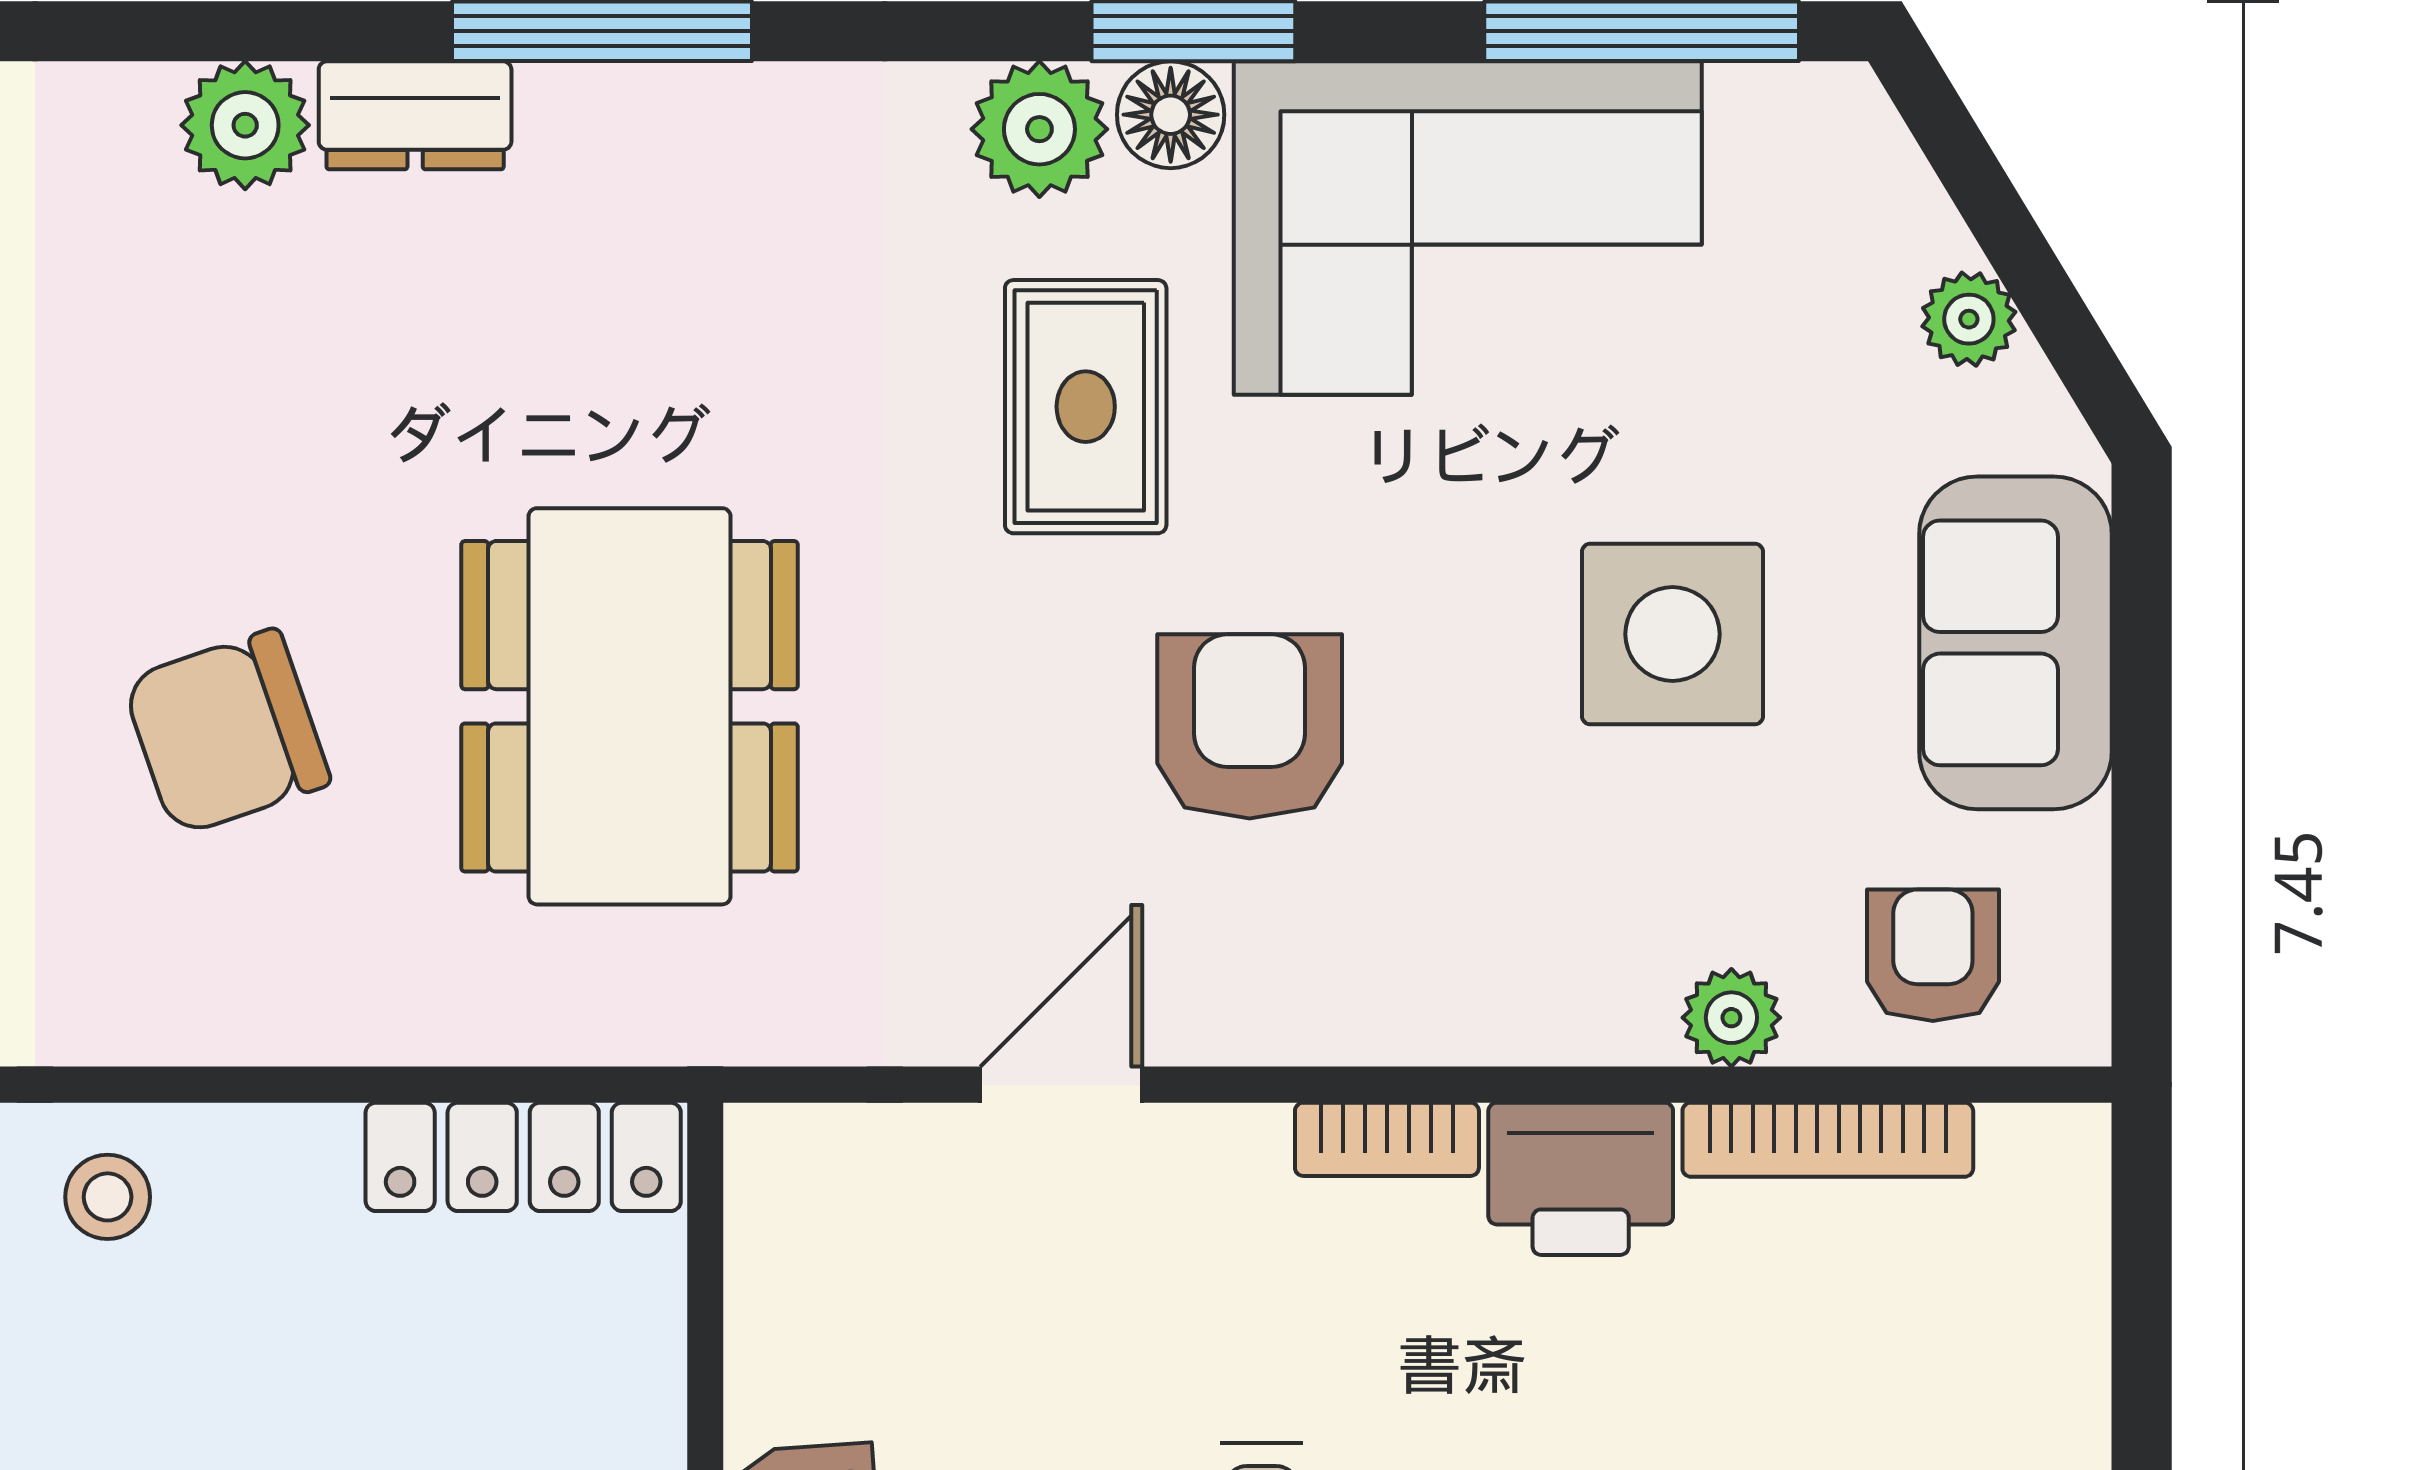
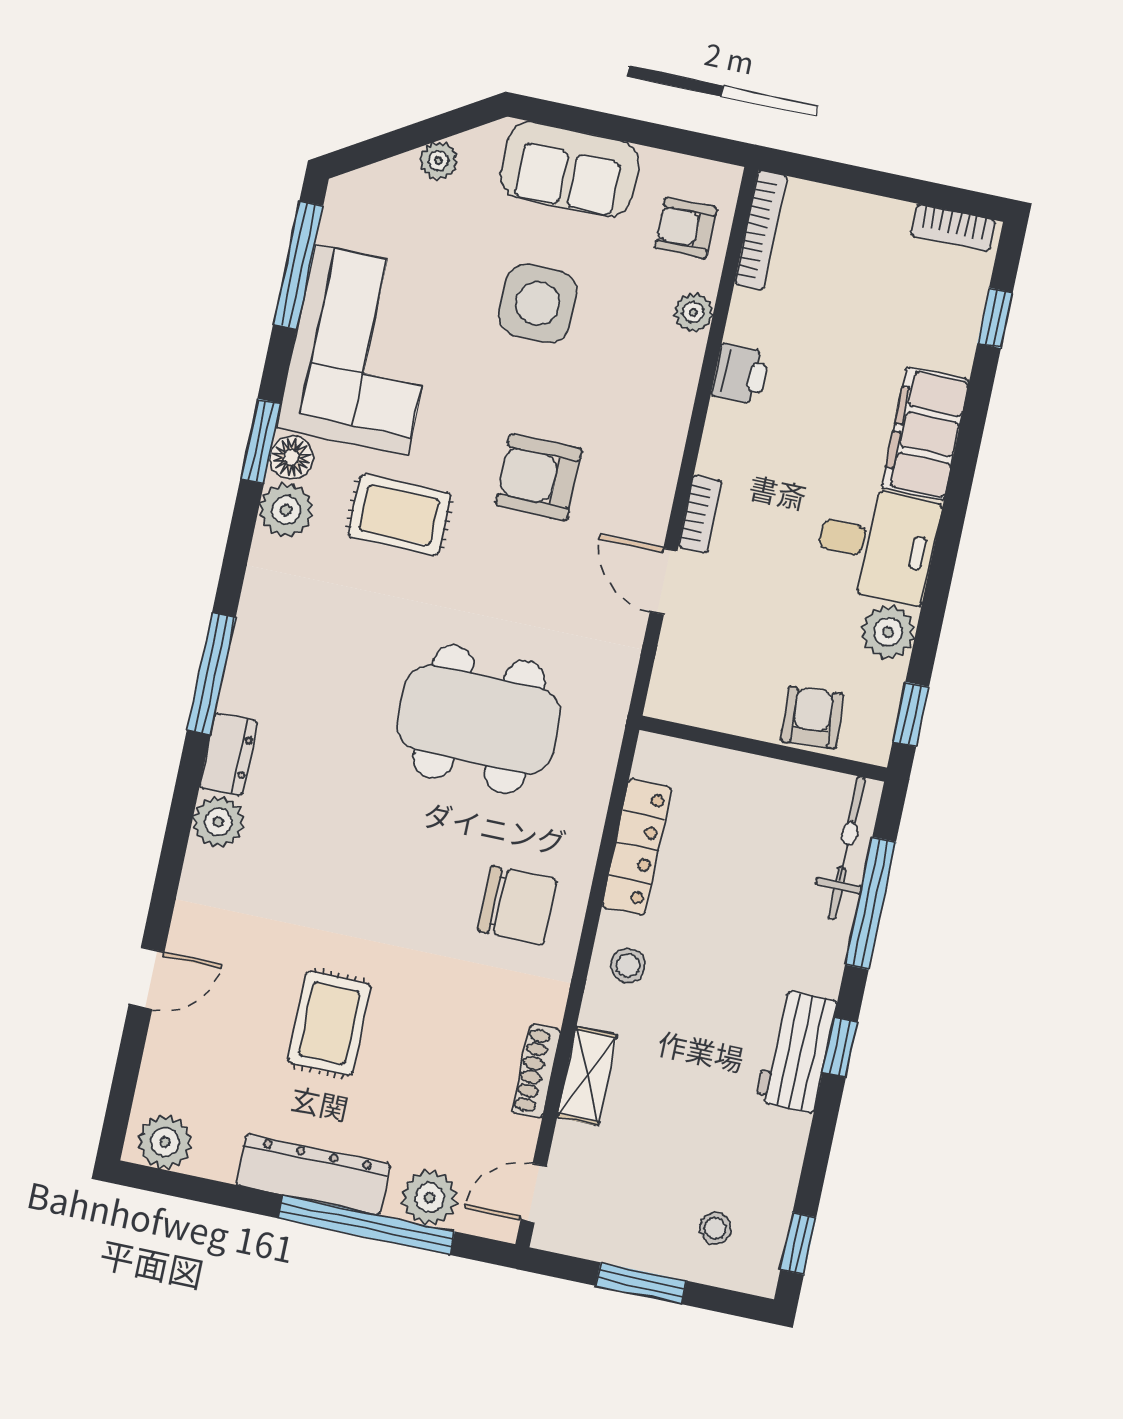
chair: (226, 732) -> (517, 905), moved, turned -71
bookcase: (1387, 1139) -> (700, 514), moved
bookcase: (1828, 1140) -> (761, 230), moved
locker: (523, 1157) -> (637, 847), moved
printer: (1581, 1179) -> (740, 374), width x0.73, depth x0.81

